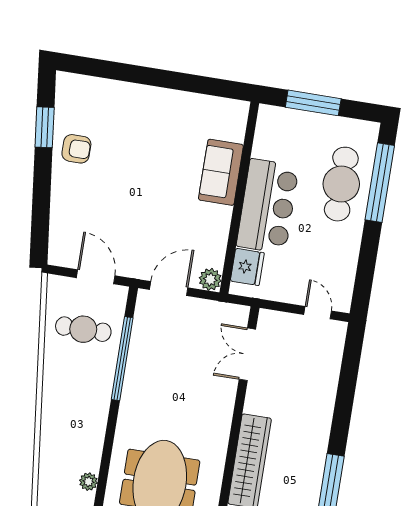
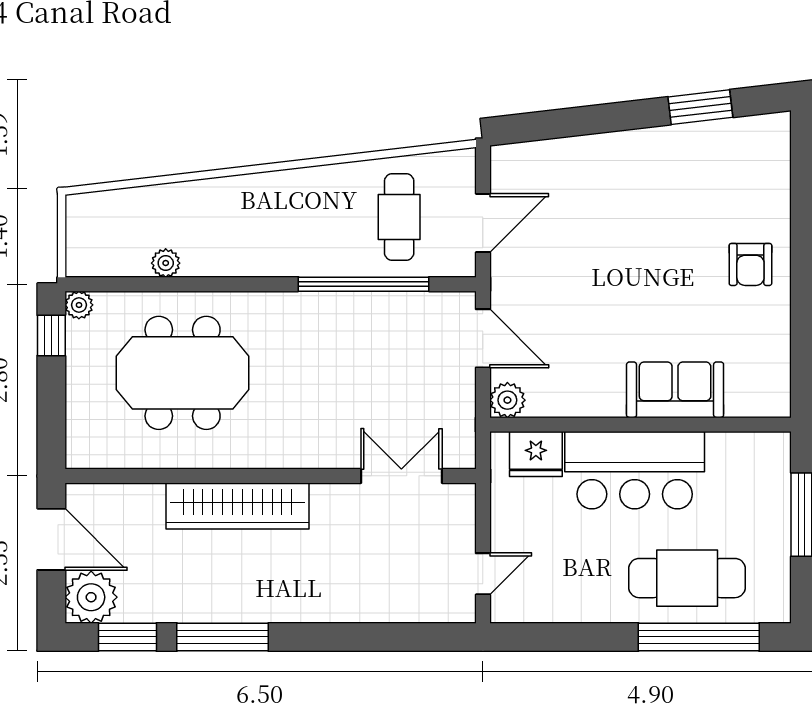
armchair: (76, 149) -> (750, 264), moved

